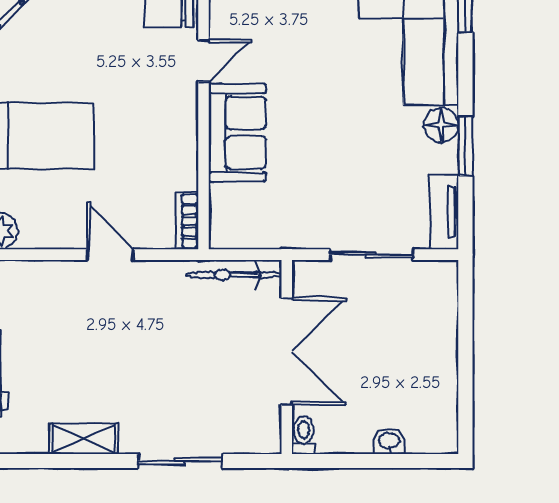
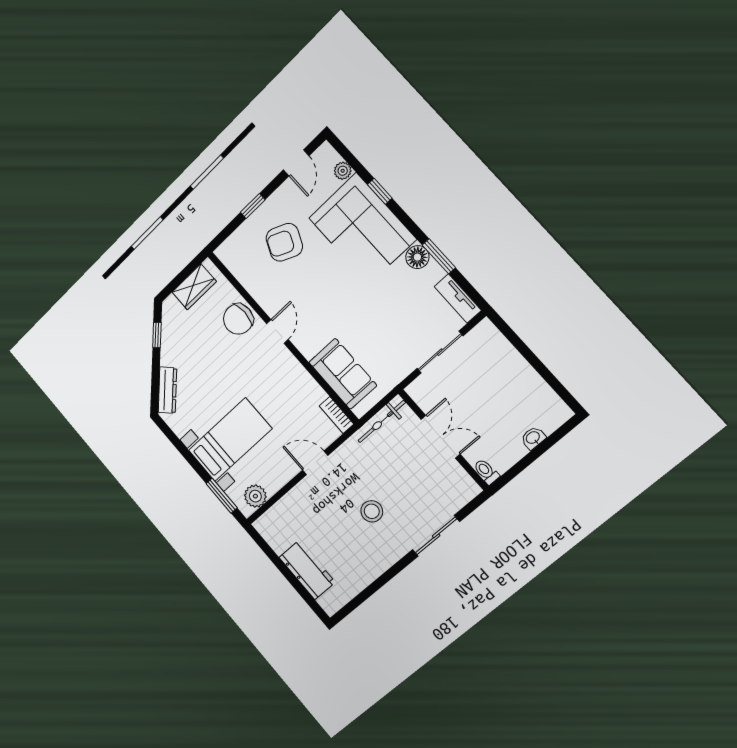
sofa: (237, 133) -> (343, 374), moved
double door: (287, 351) -> (441, 437), width x0.73
stool: (128, 369) -> (372, 511), added
shelving: (84, 439) -> (380, 563), removed

